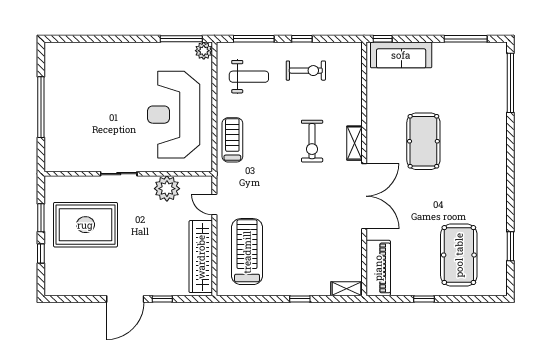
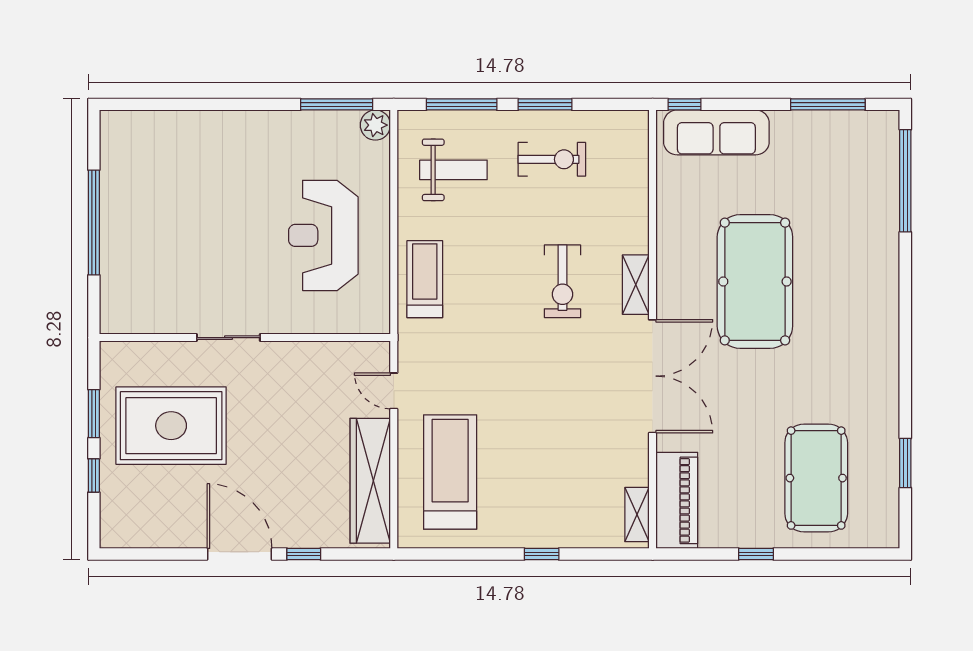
window: (302, 39) -> (545, 104), width x1.50
reception desk: (174, 115) -> (323, 235), width x0.74, depth x0.77
pool table: (423, 141) -> (755, 282), width x1.36, depth x1.32
plant: (167, 189) -> (312, 363), removed
shelving: (347, 289) -> (637, 515), moved, turned 90
door: (125, 299) -> (240, 554), swing flipped

